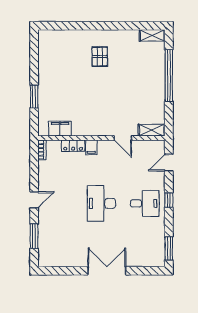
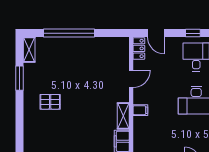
window: (124, 26) -> (19, 78), added
shelving: (152, 130) -> (123, 116), moved
locker: (73, 146) -> (139, 48), moved

